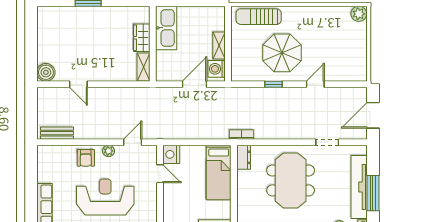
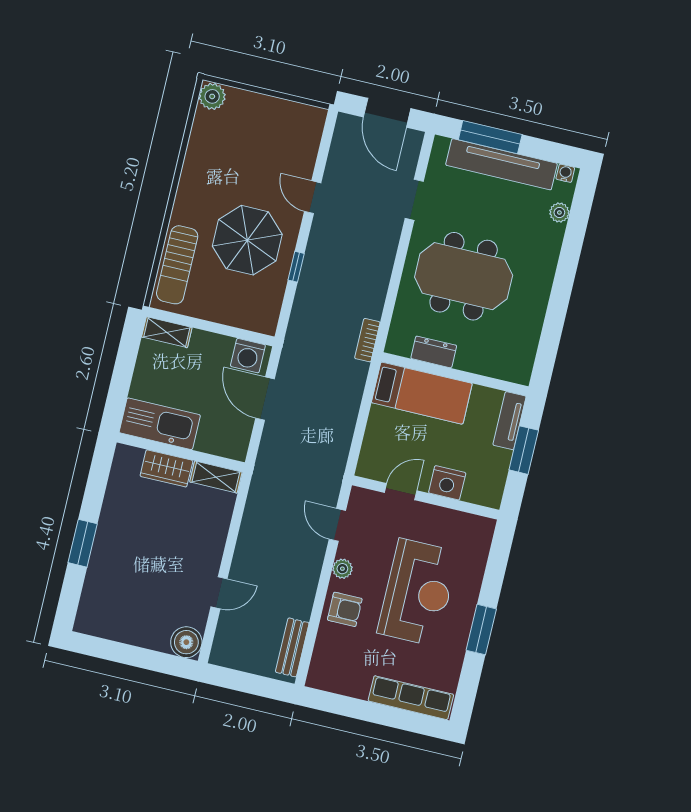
shelving: (219, 45) -> (167, 332), moved
nightstand: (171, 154) -> (447, 483), moved
dresser: (244, 157) -> (434, 352), moved
window: (373, 193) -> (490, 137), moved
reception desk: (105, 197) -> (418, 592), turned 180

